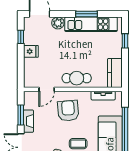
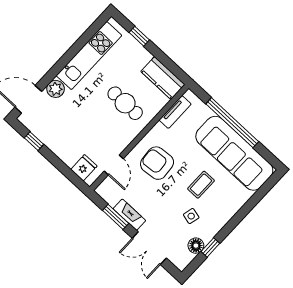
window: (87, 14) -> (74, 50), removed
fridge: (31, 51) -> (84, 168), moved
cafe table: (77, 78) -> (125, 103), moved, turned 90

